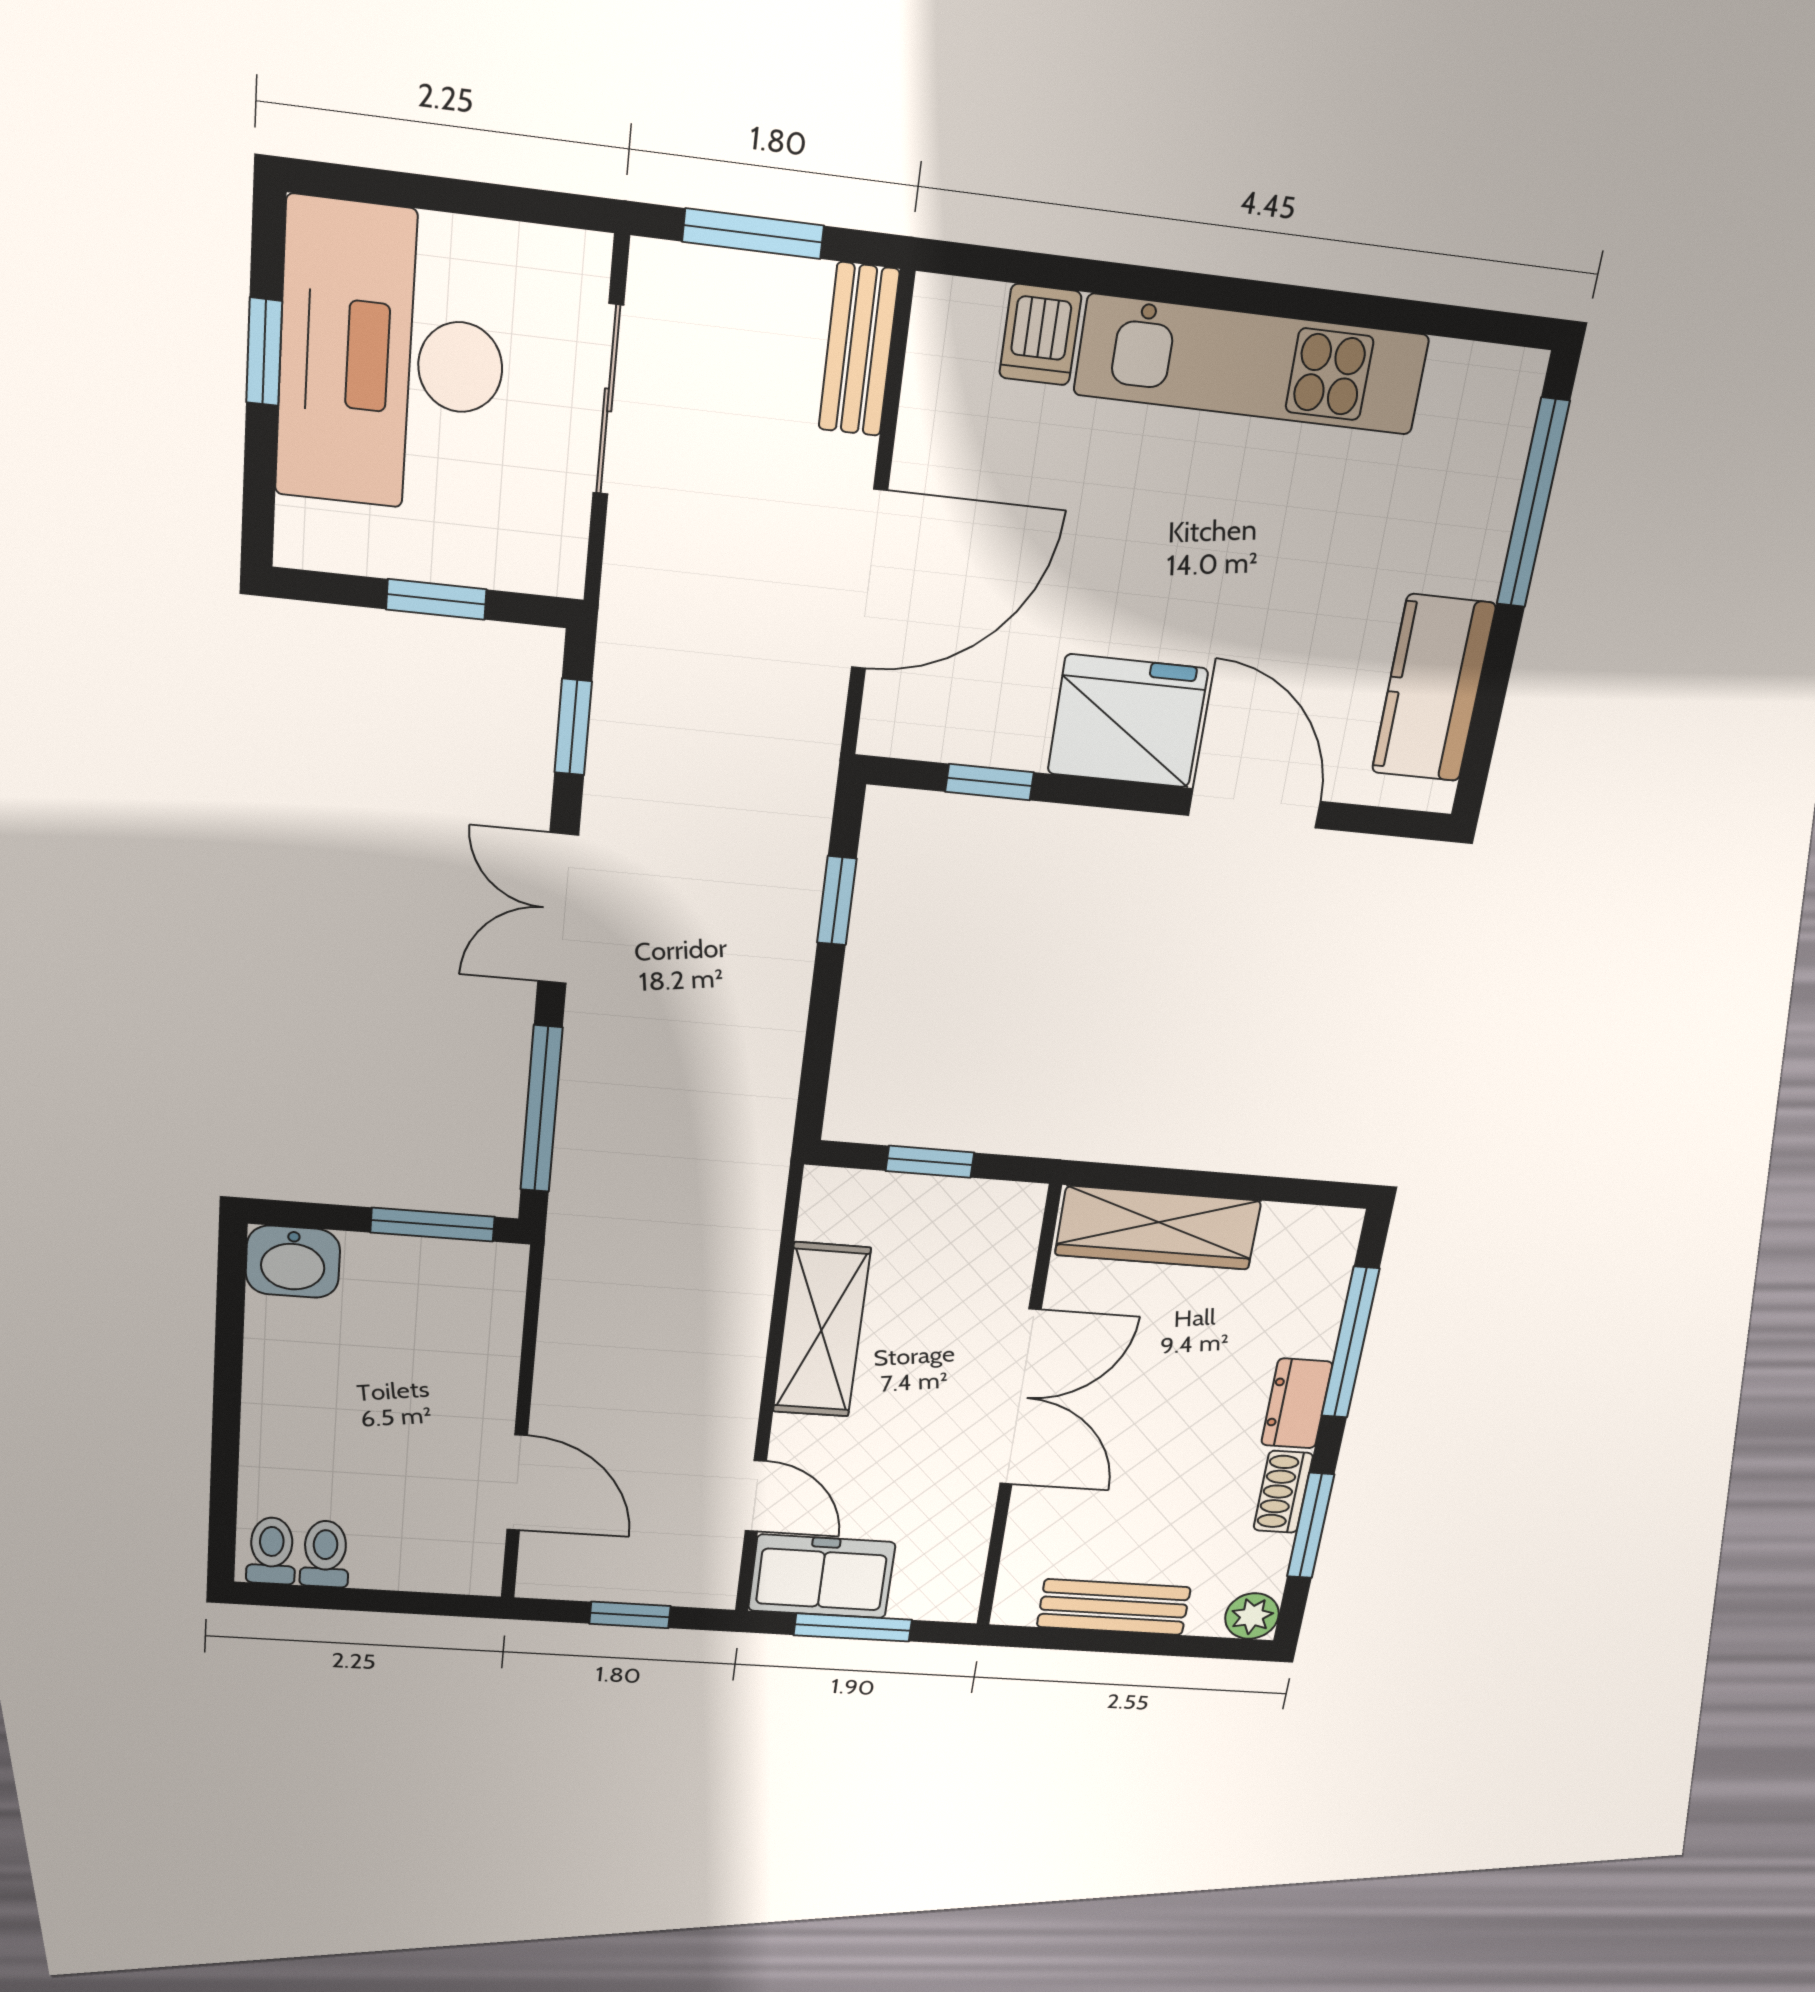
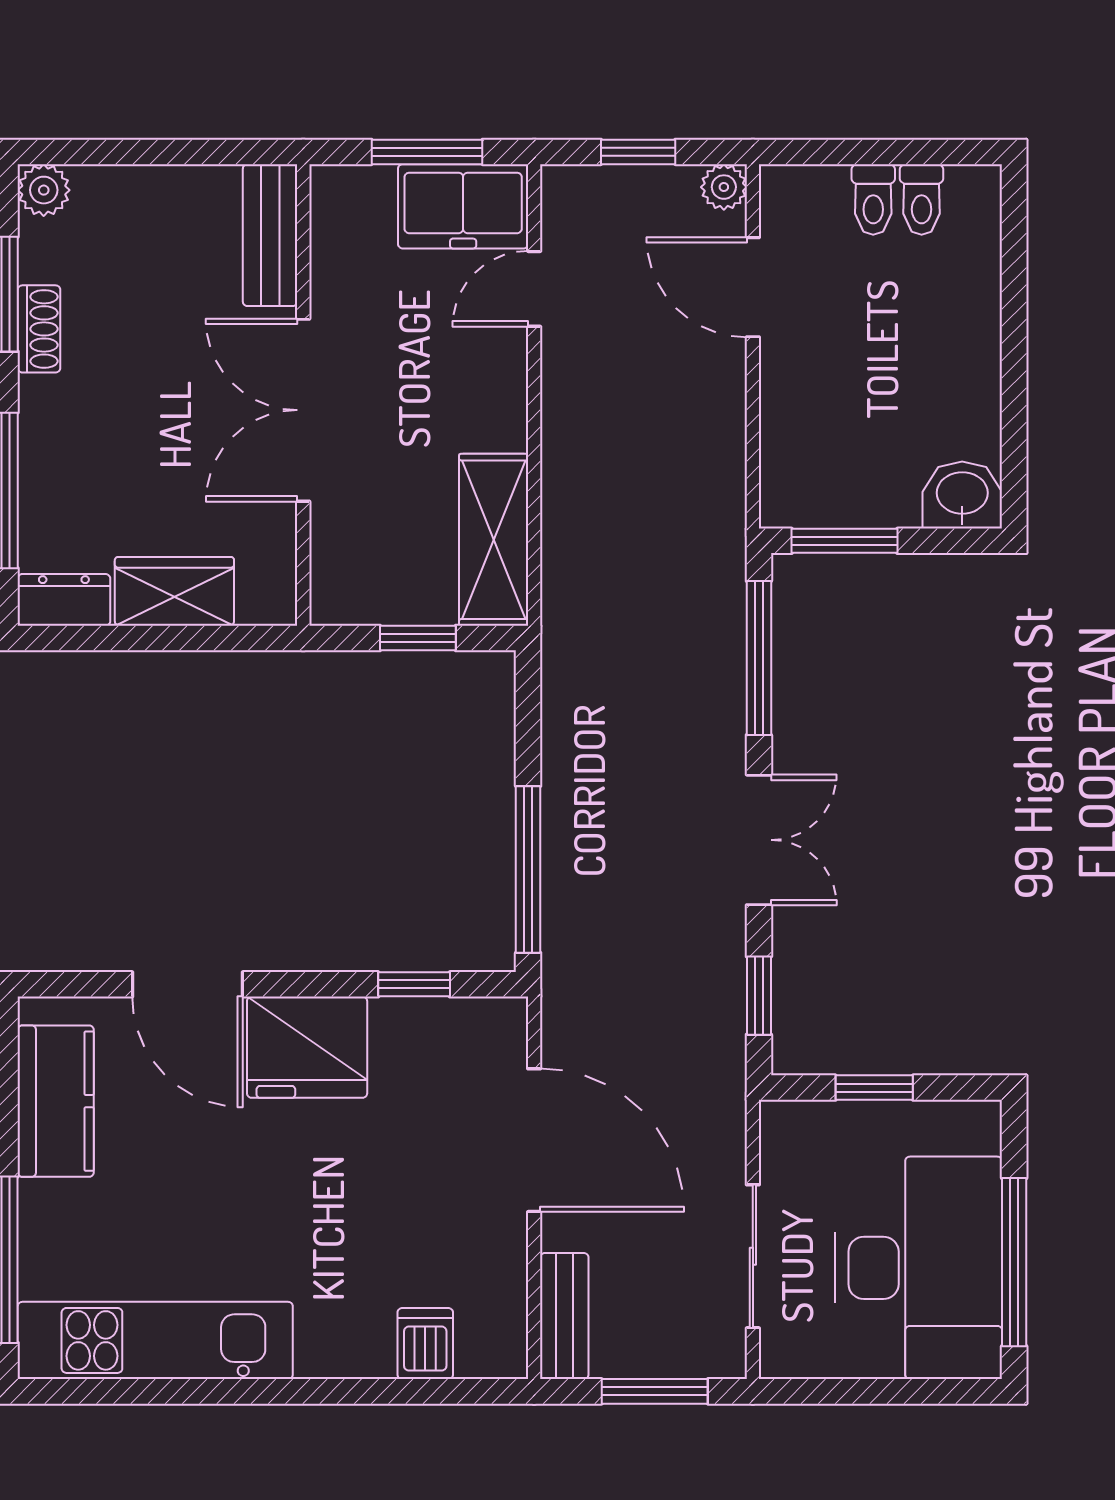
window: (264, 352) -> (1014, 1262), width x2.17
kitchen unit: (1252, 365) -> (155, 1340), moved
door: (869, 580) -> (534, 1140), swing flipped
window: (837, 901) -> (528, 869), width x2.17
wardrobe: (1158, 1228) -> (174, 591), width x0.67
shelving: (821, 1330) -> (494, 540), moved
dresser: (1297, 1404) -> (64, 600), moved, turned -90
door: (756, 1496) -> (534, 289), hinge flipped
toilet: (271, 1551) -> (873, 199), moved
plant: (541, 1578) -> (724, 187), added
bench: (1114, 1607) -> (270, 235), moved, turned 90

